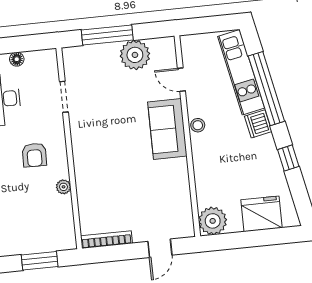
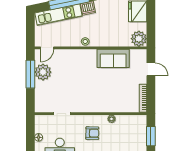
window: (107, 35) -> (30, 74), moved
door: (181, 80) -> (47, 48), moved
sofa: (167, 129) -> (113, 58), moved

